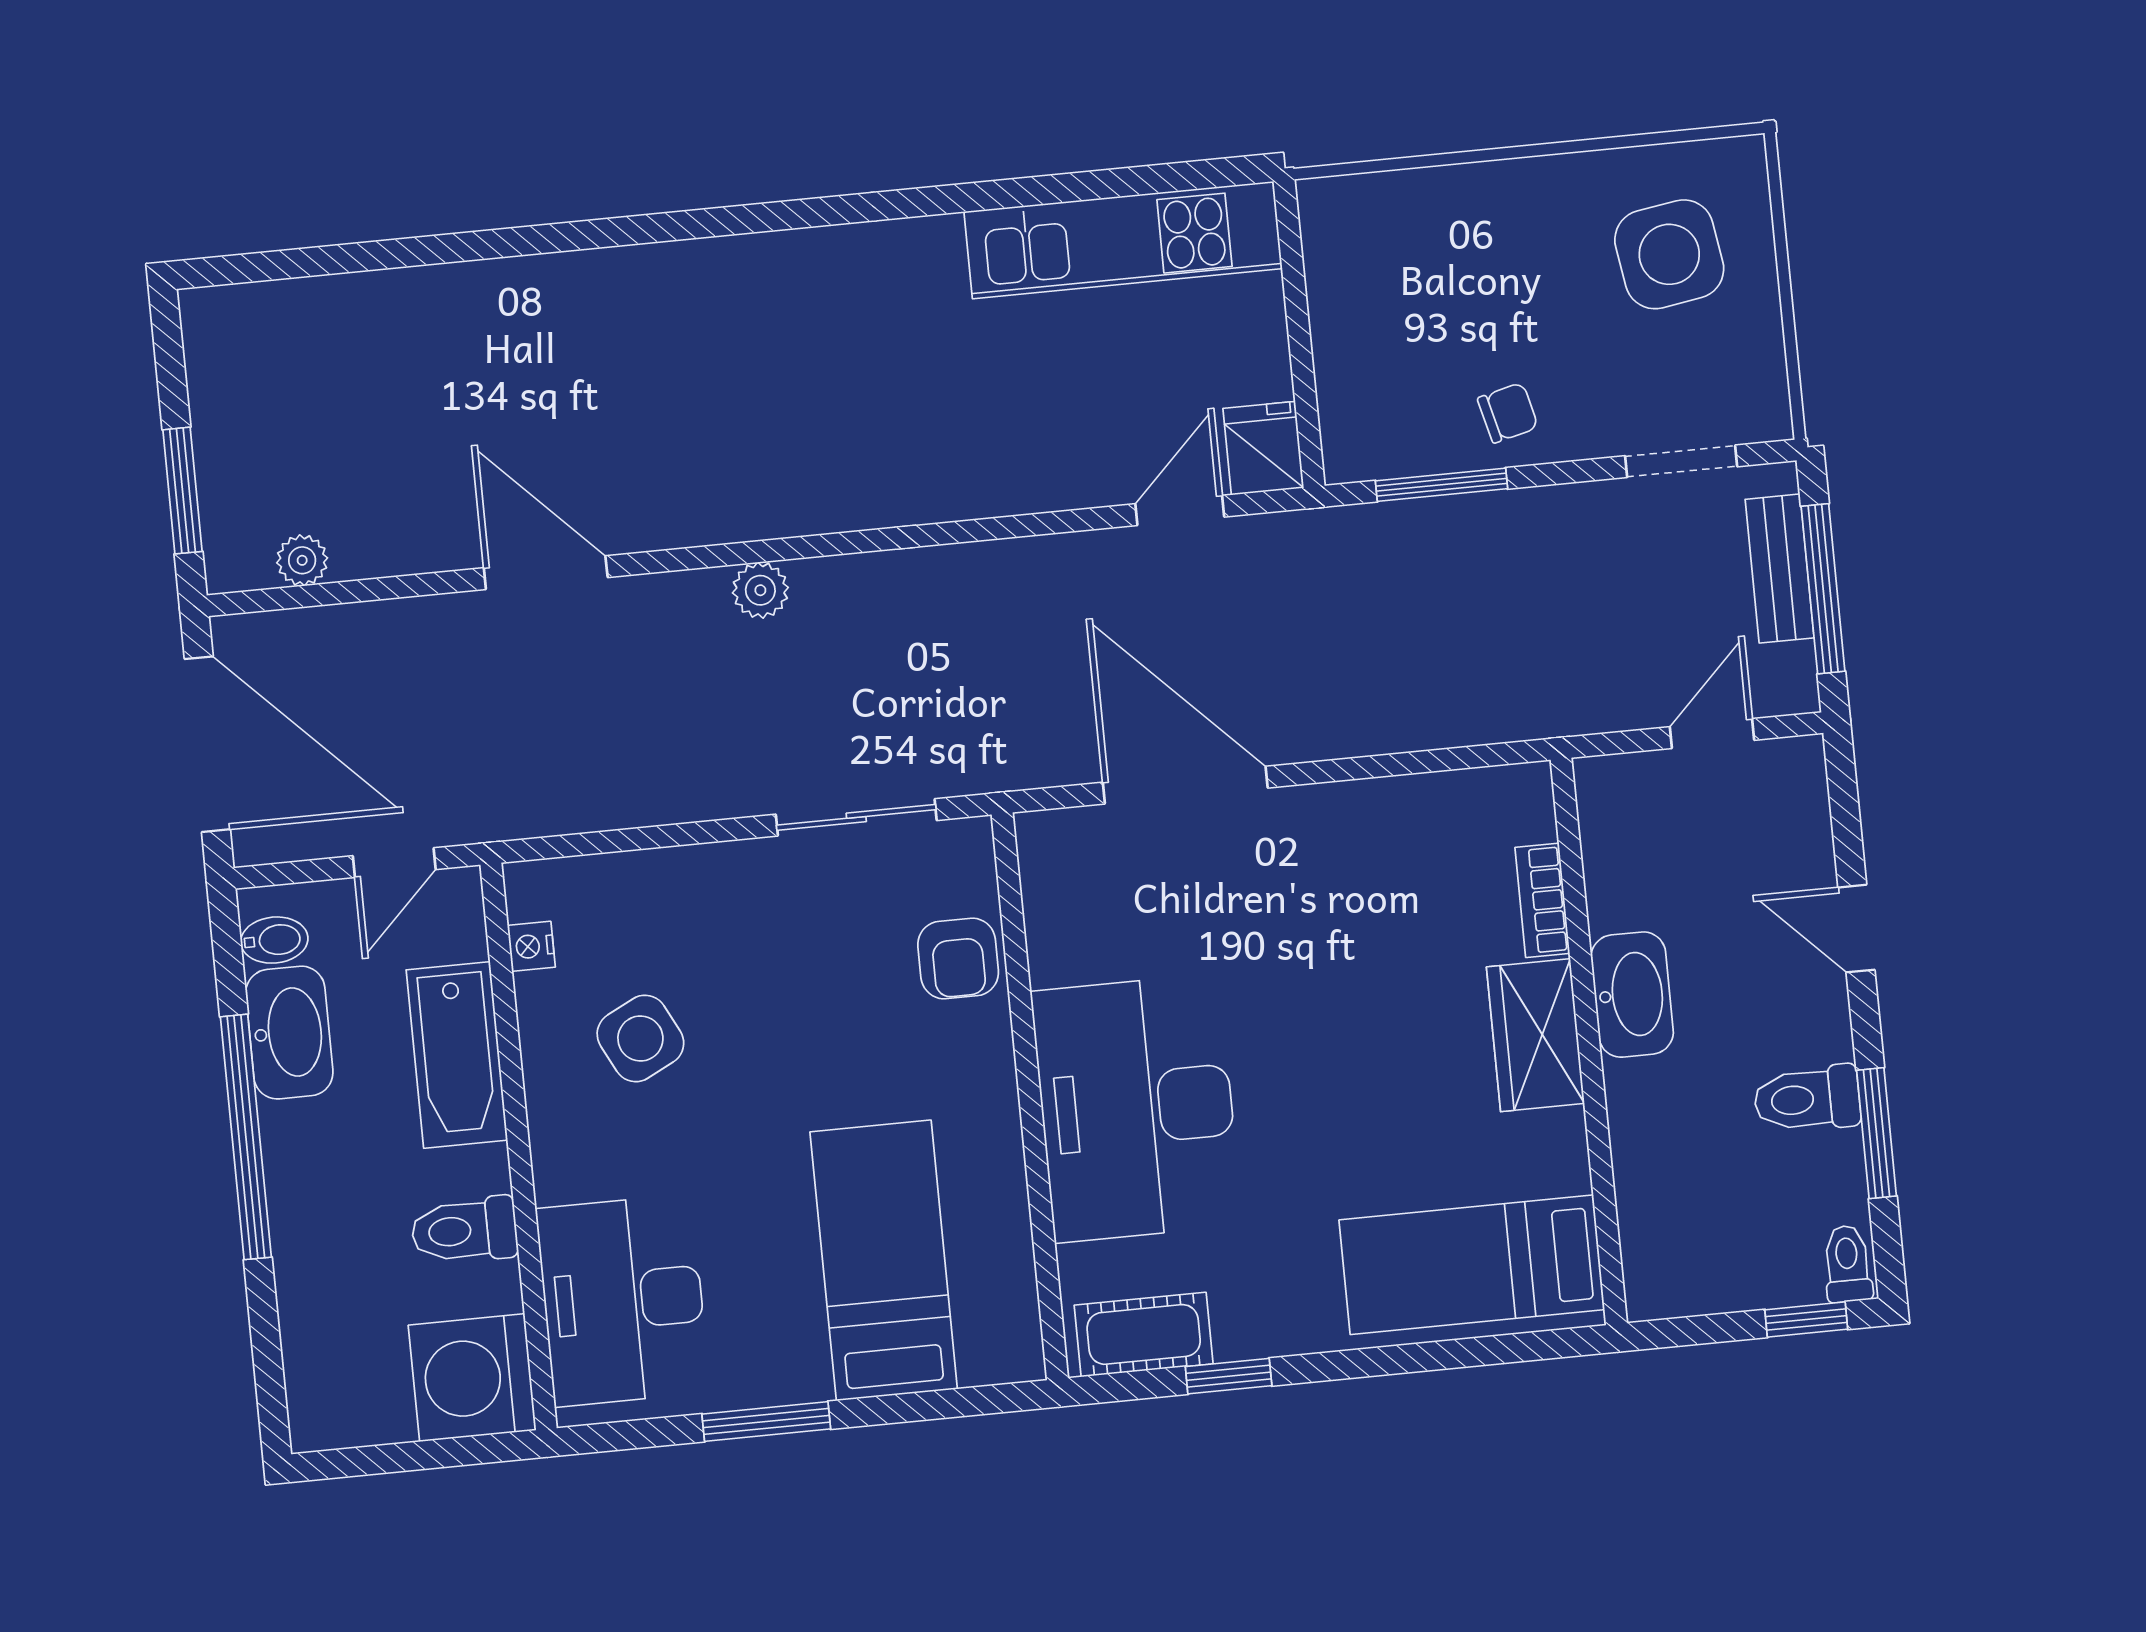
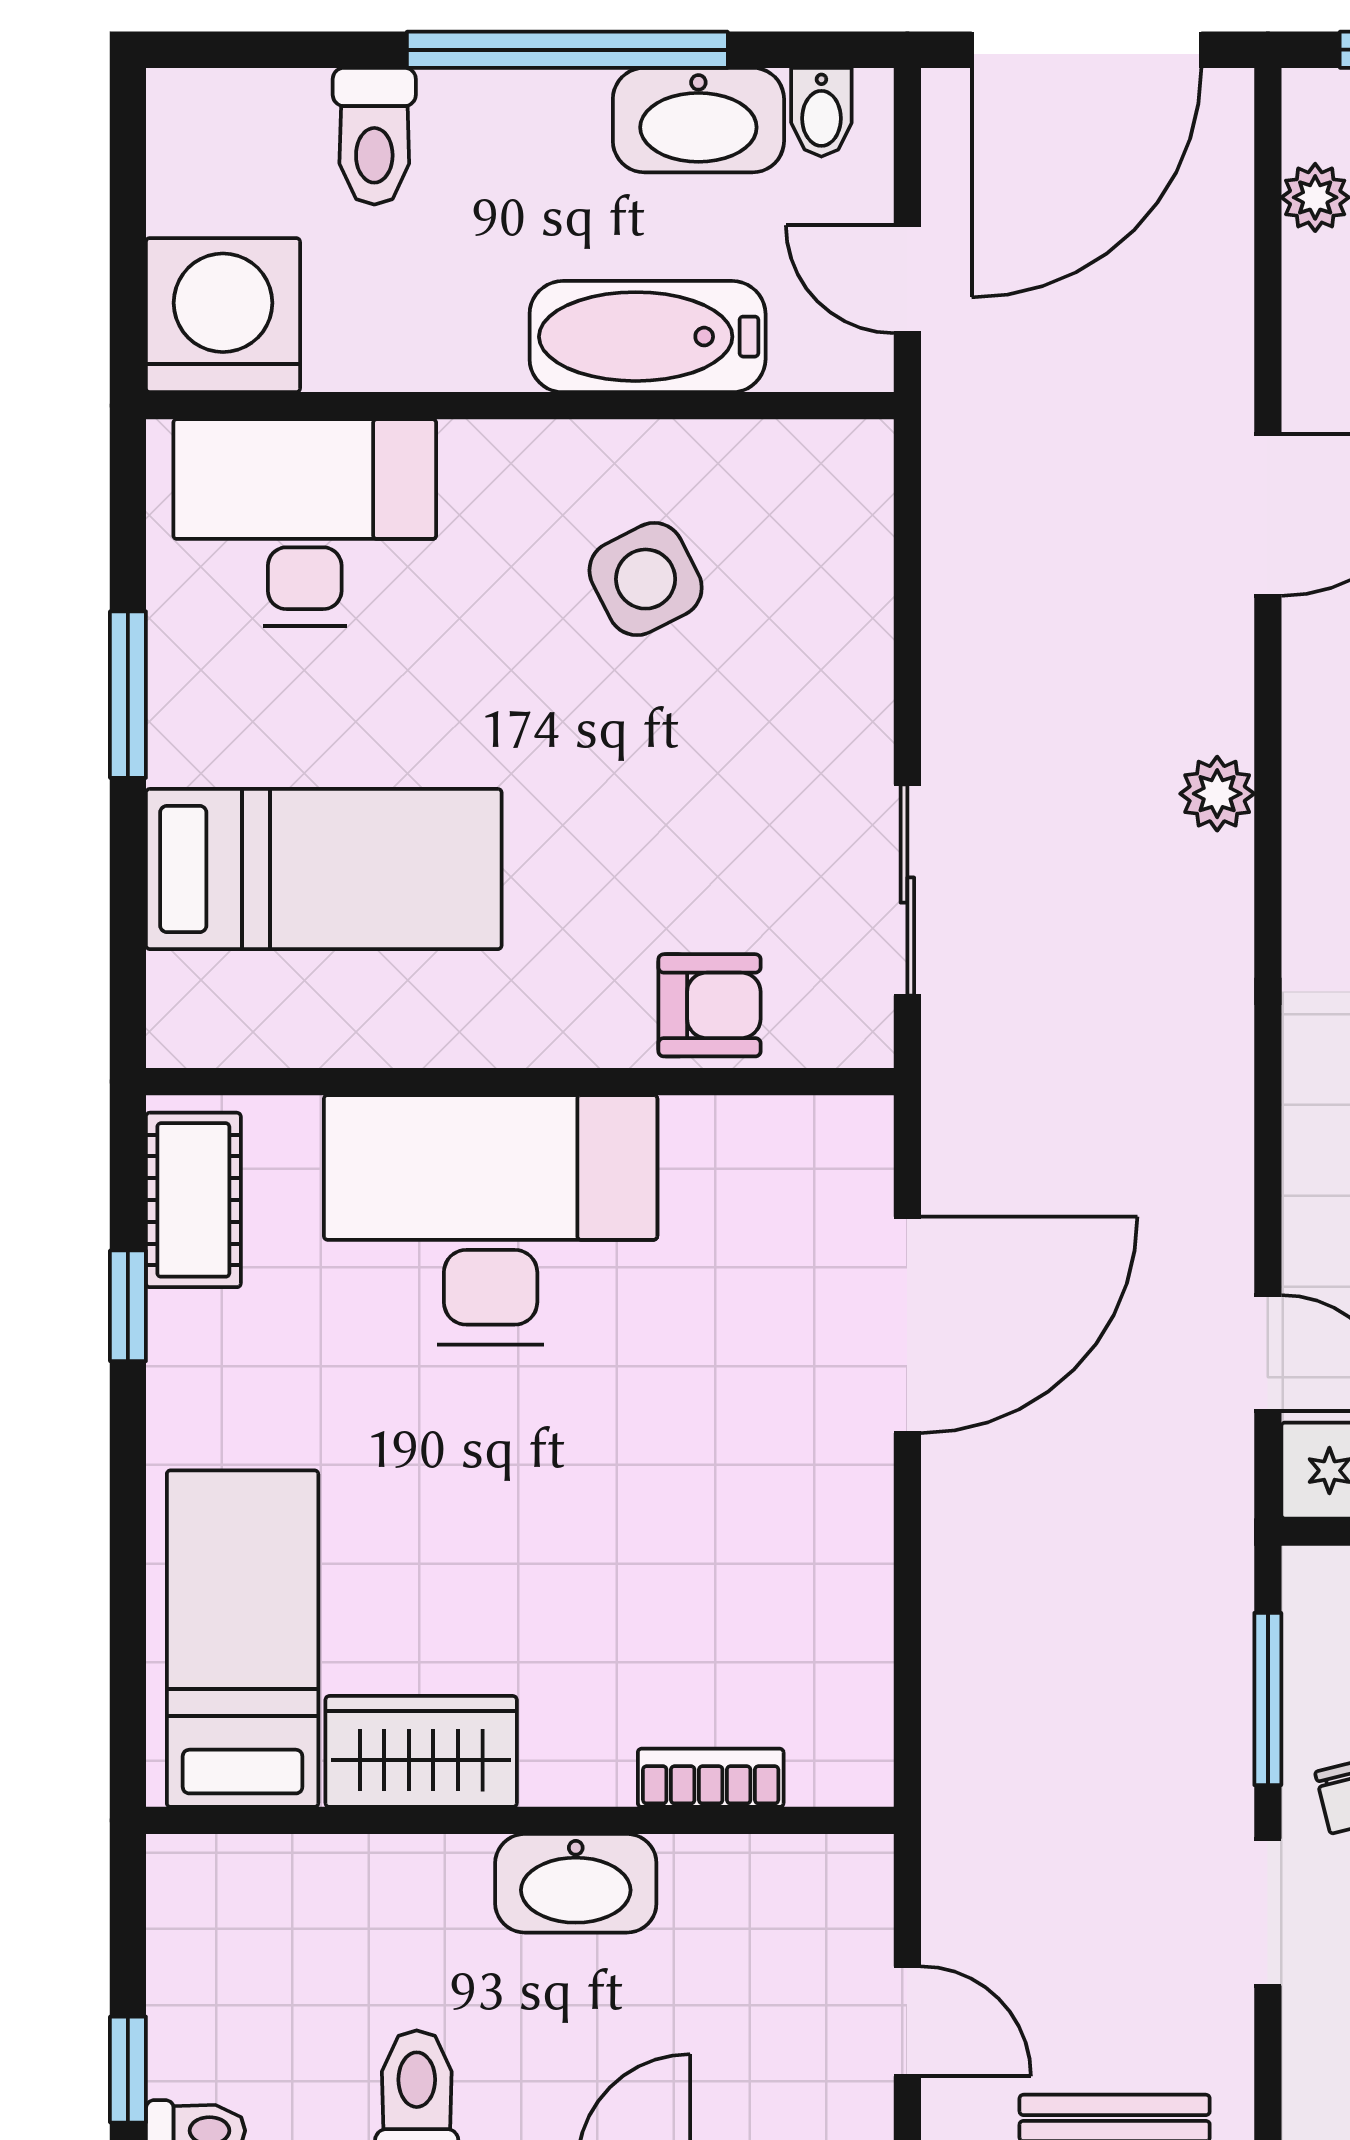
doorway: (1681, 461) -> (1268, 1912), moved
nightstand: (531, 946) -> (780, 448), removed
armchair: (958, 958) -> (710, 1005), turned 180
wardrobe: (1535, 1035) -> (421, 1751), moved
toilet: (464, 1230) -> (374, 136), moved, turned 180

